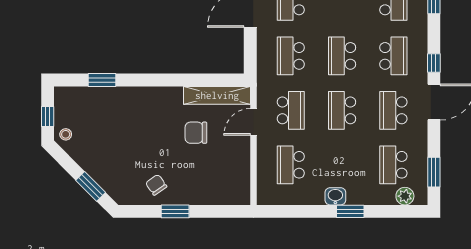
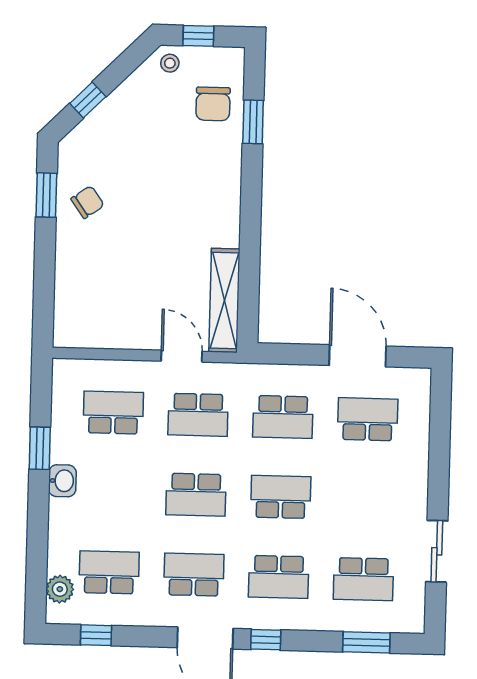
school desk: (291, 56) -> (283, 417), turned 180
school desk: (342, 110) -> (196, 495), turned 180
chair: (196, 133) -> (213, 104), moved, turned 180
window: (434, 172) -> (96, 635), width x0.67
window: (91, 186) -> (88, 100), width x0.67
window: (175, 211) -> (46, 195), moved
window: (350, 211) -> (40, 448), moved

